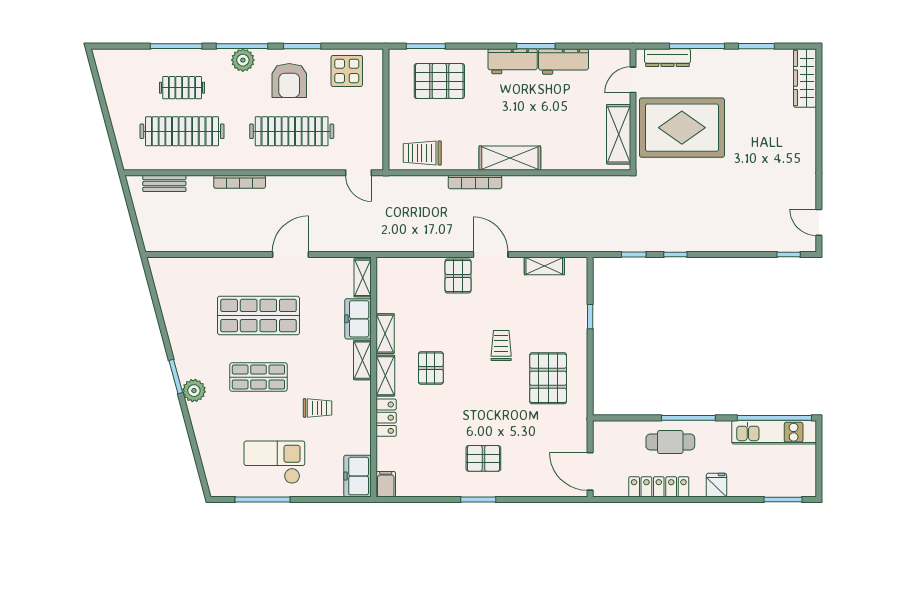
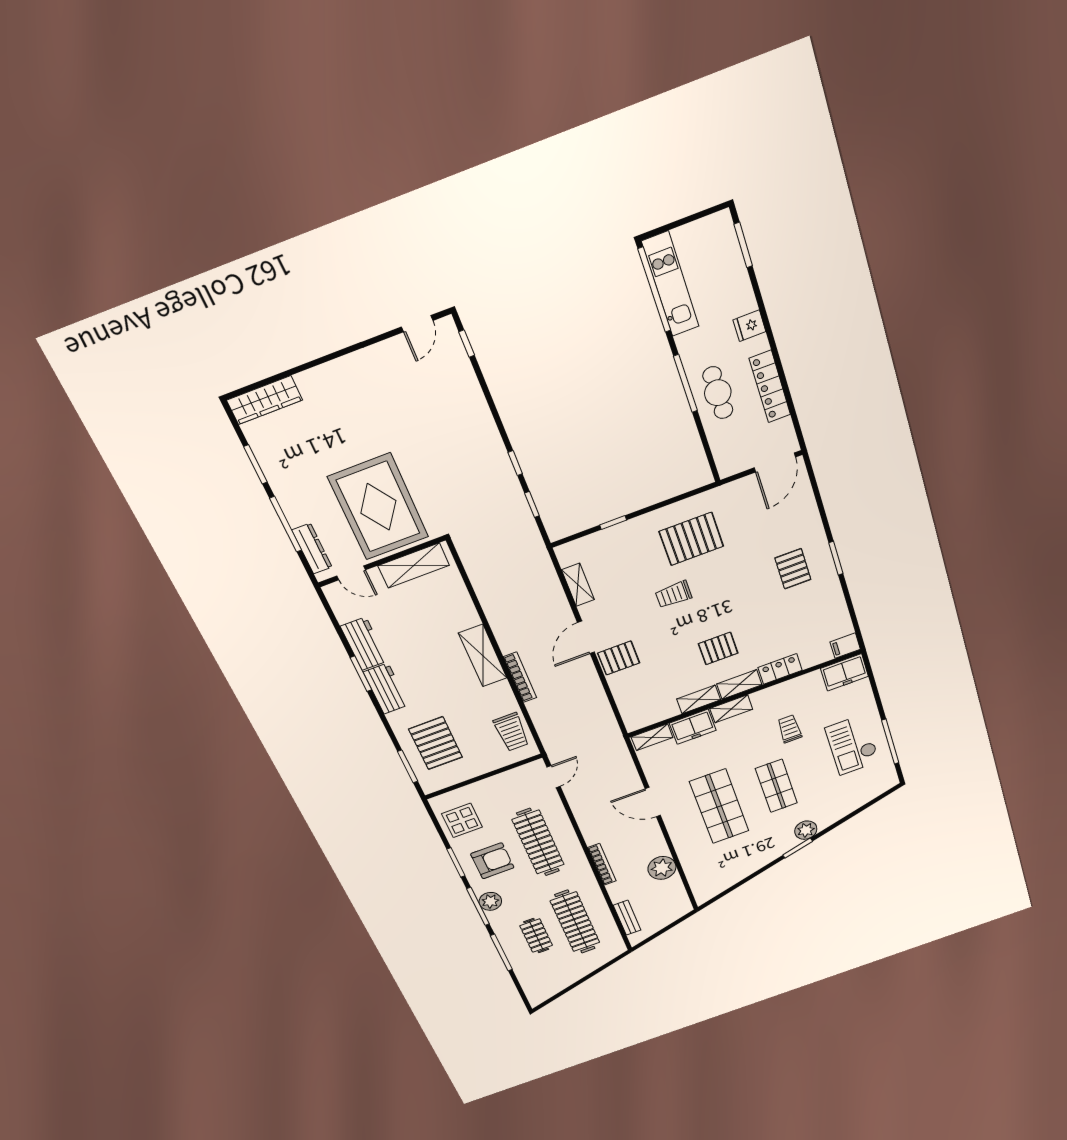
plant: (210, 238) -> (662, 868), added

